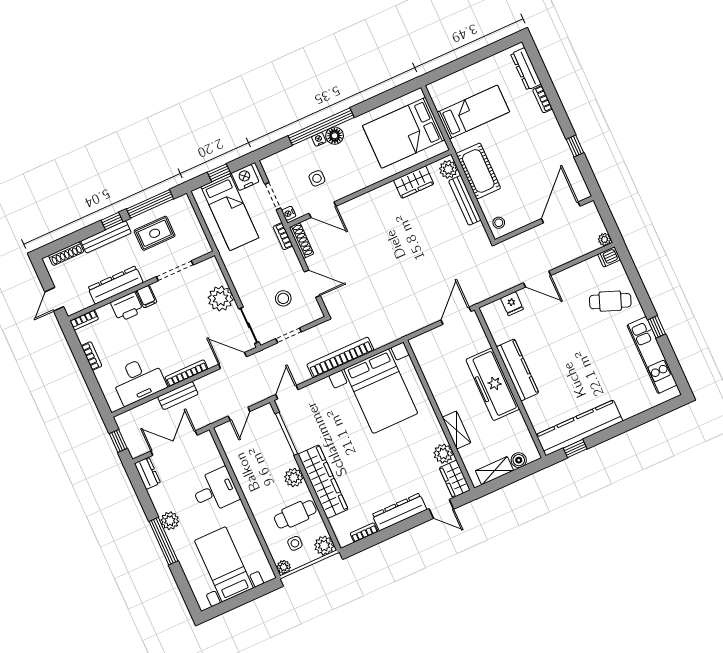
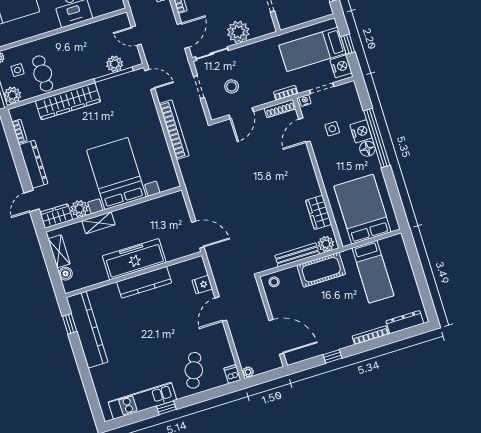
bookcase: (543, 99) -> (370, 335), width x1.56
nightstand: (319, 139) -> (361, 131), width x1.89, depth x1.79
bed with nightstands: (381, 391) -> (116, 174), moved, turned 90
plant: (294, 477) -> (115, 64), moved

